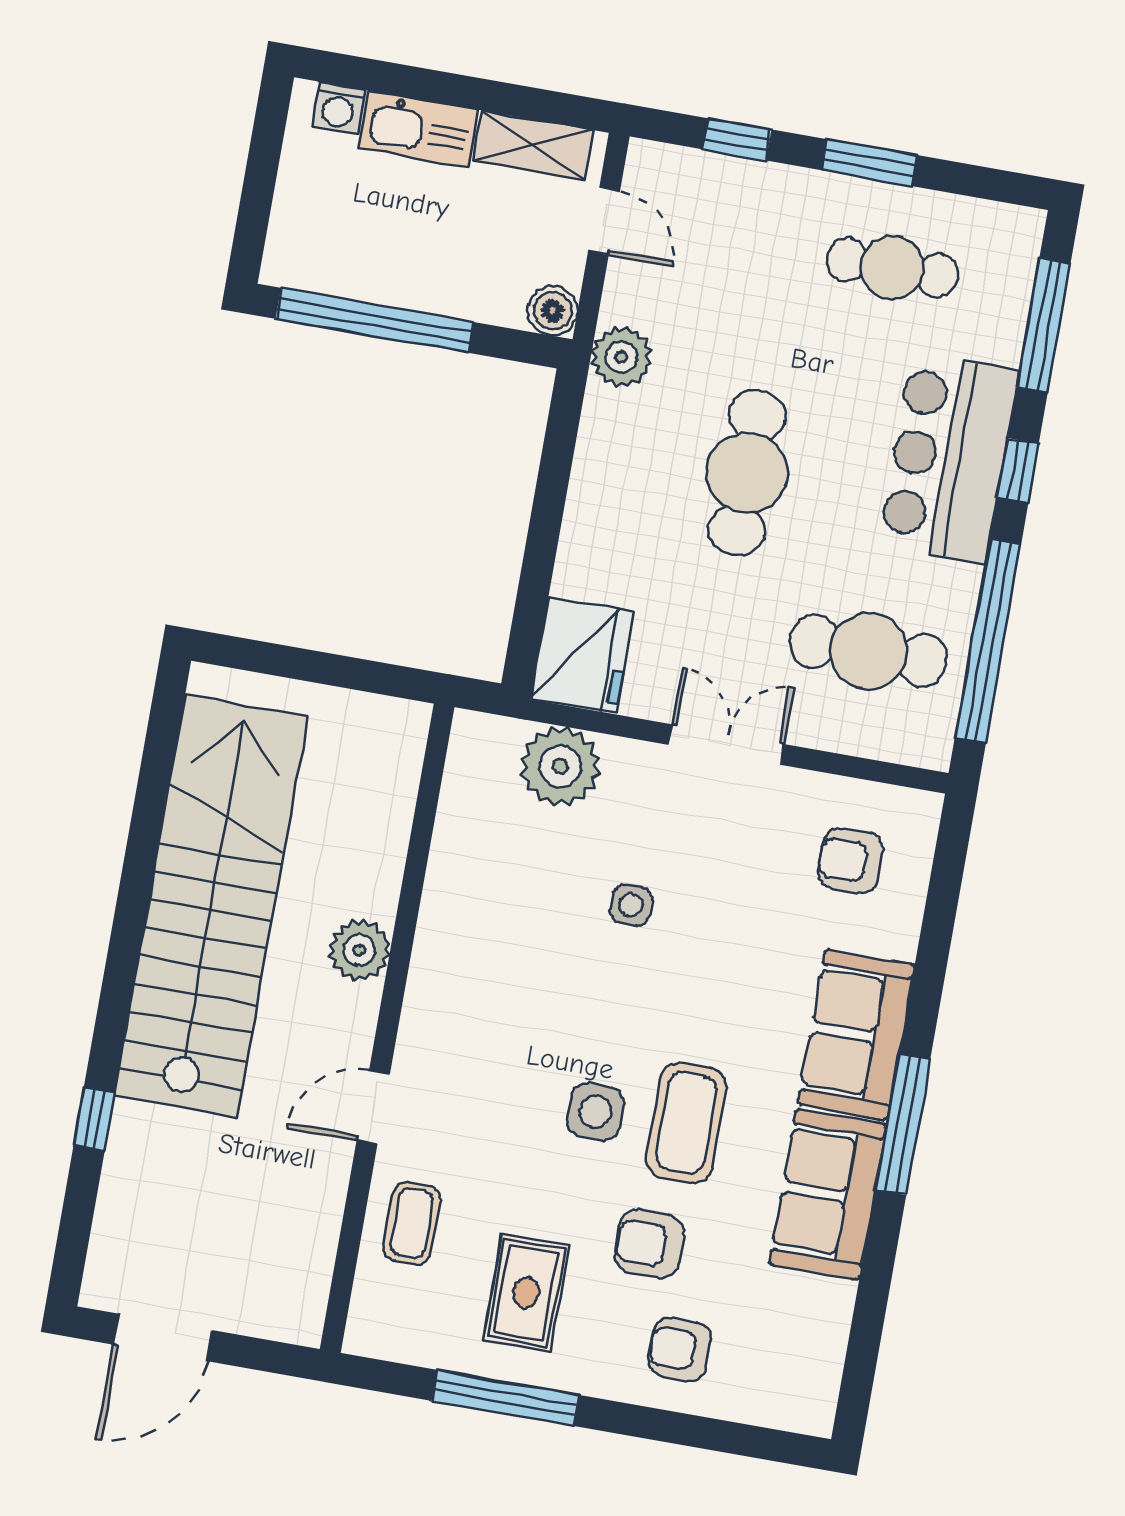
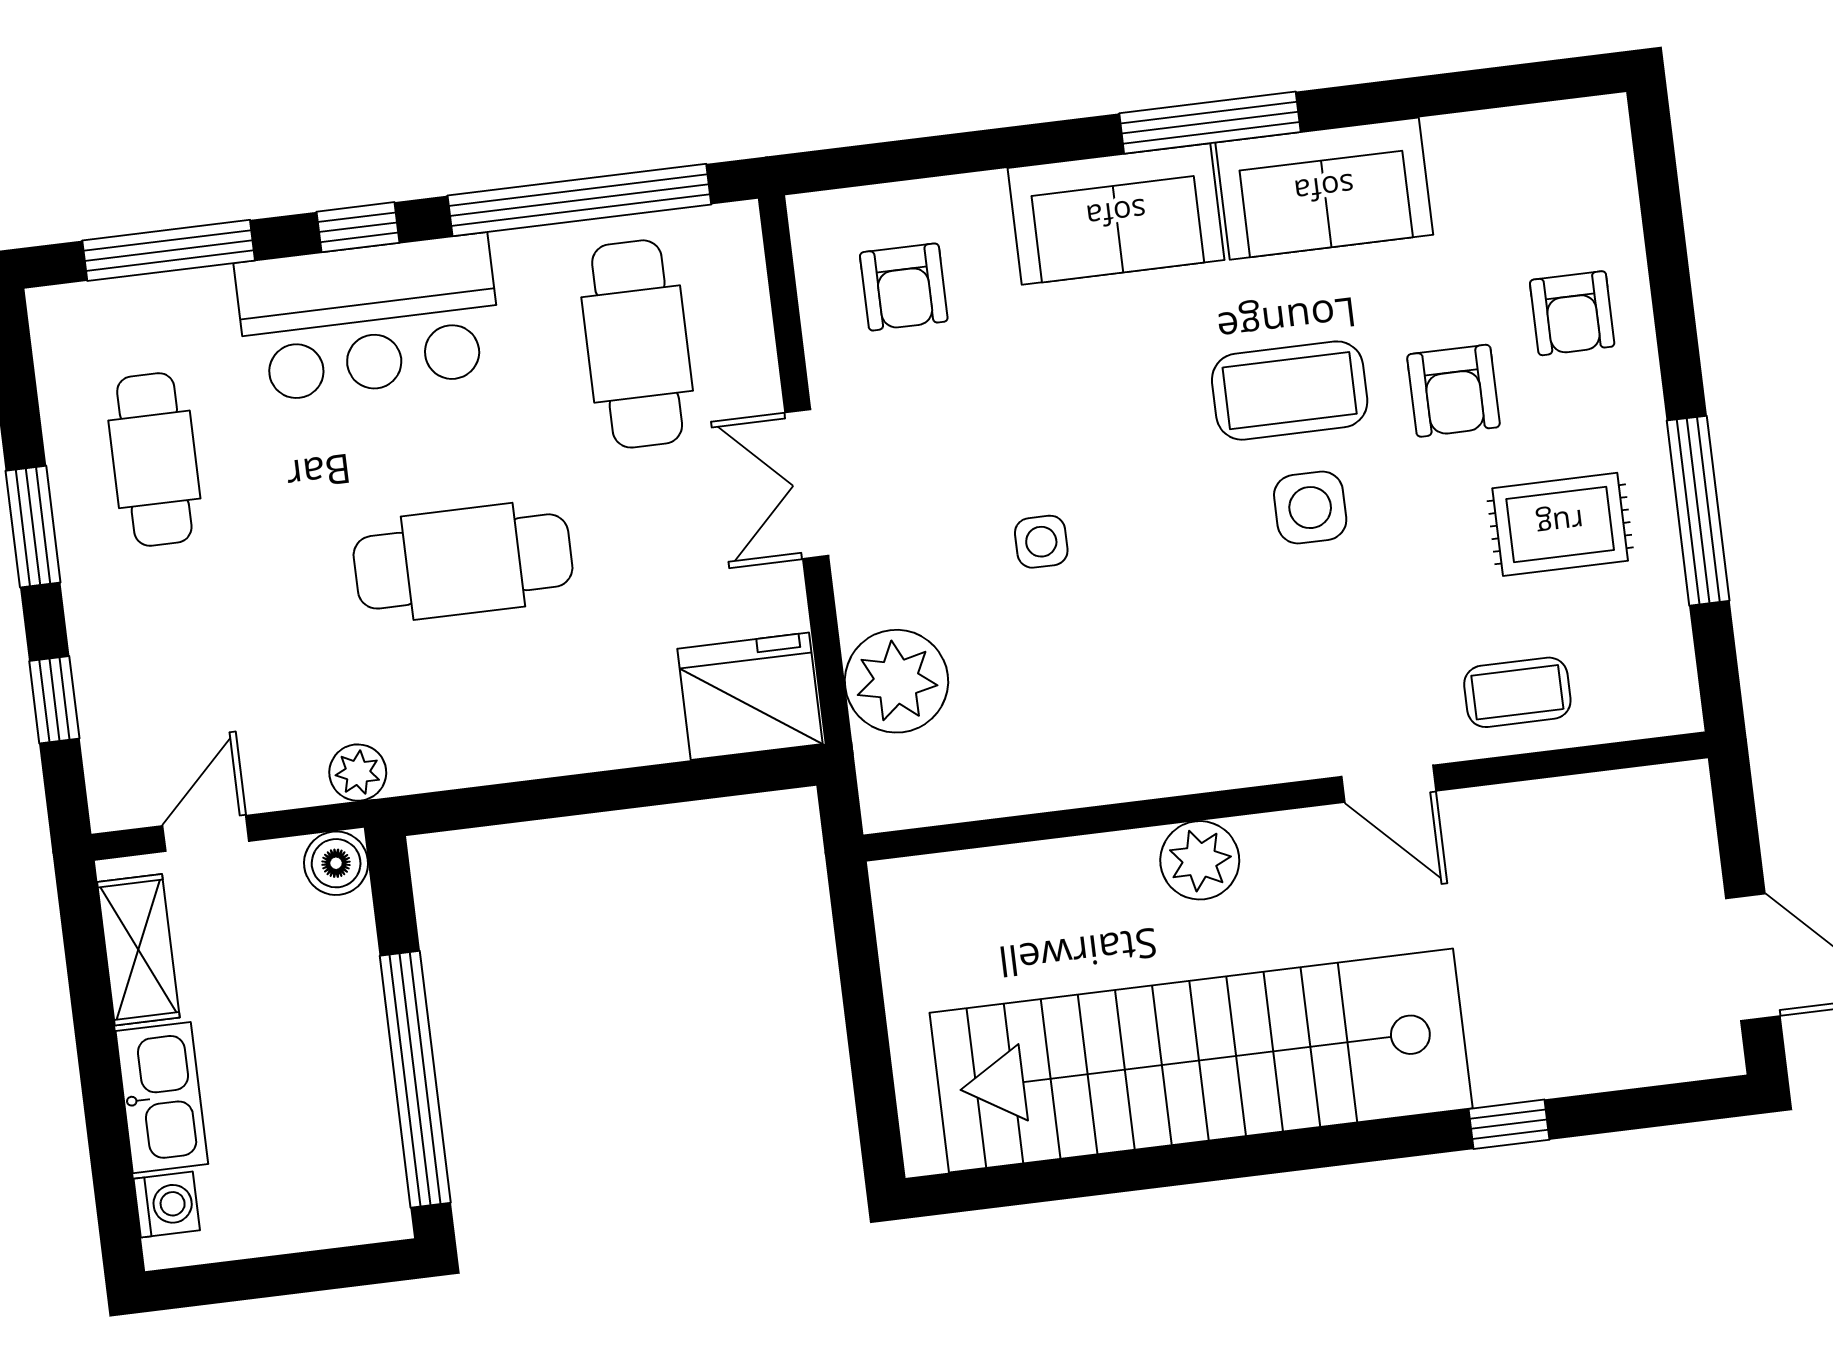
plant: (621, 357) -> (358, 773), width x0.73, depth x0.73

